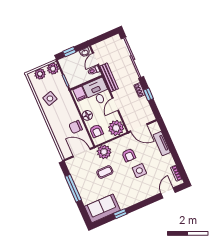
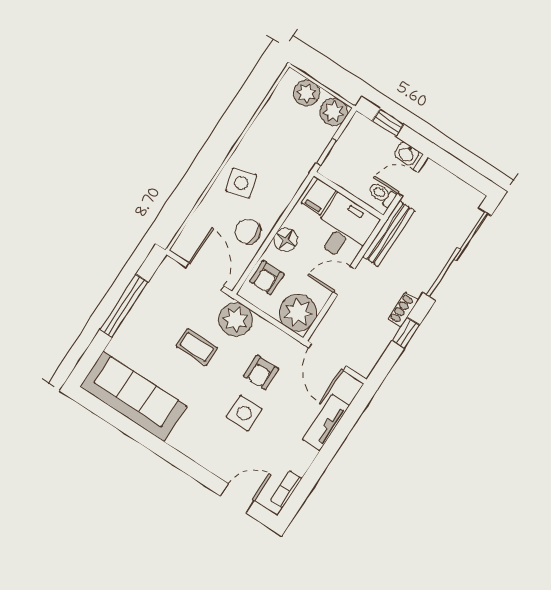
side table: (50, 98) -> (241, 183), moved
sofa: (102, 208) -> (133, 396), width x1.36
window: (120, 214) -> (135, 431), removed

